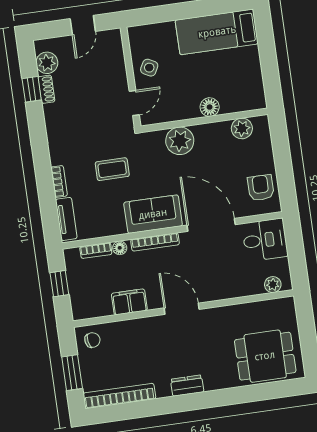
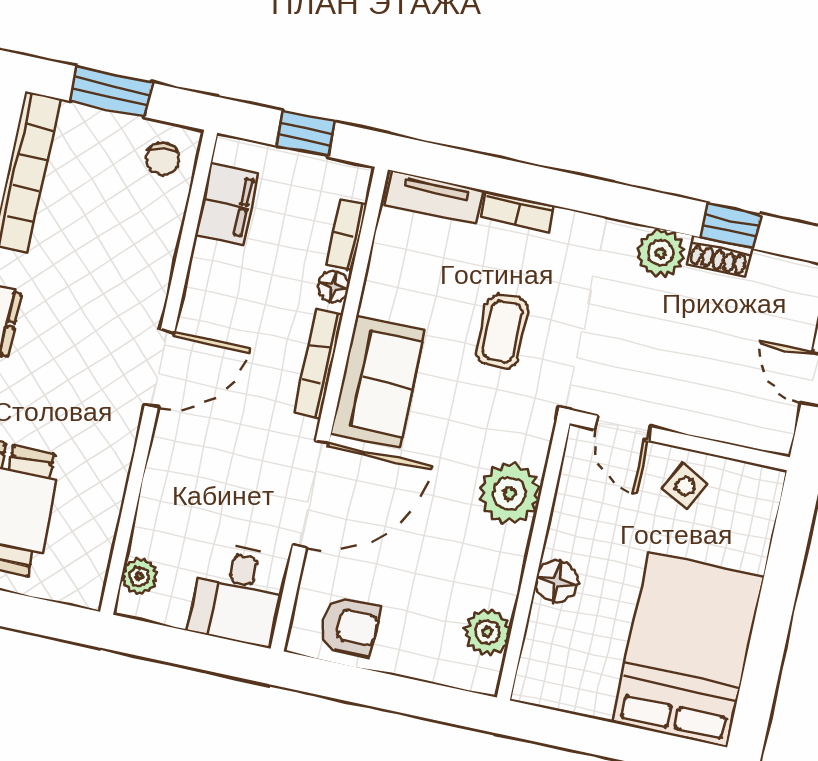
bed: (217, 32) -> (688, 650), width x1.50
plant: (47, 63) -> (661, 253), moved
filing cabinet: (129, 302) -> (227, 204), moved

